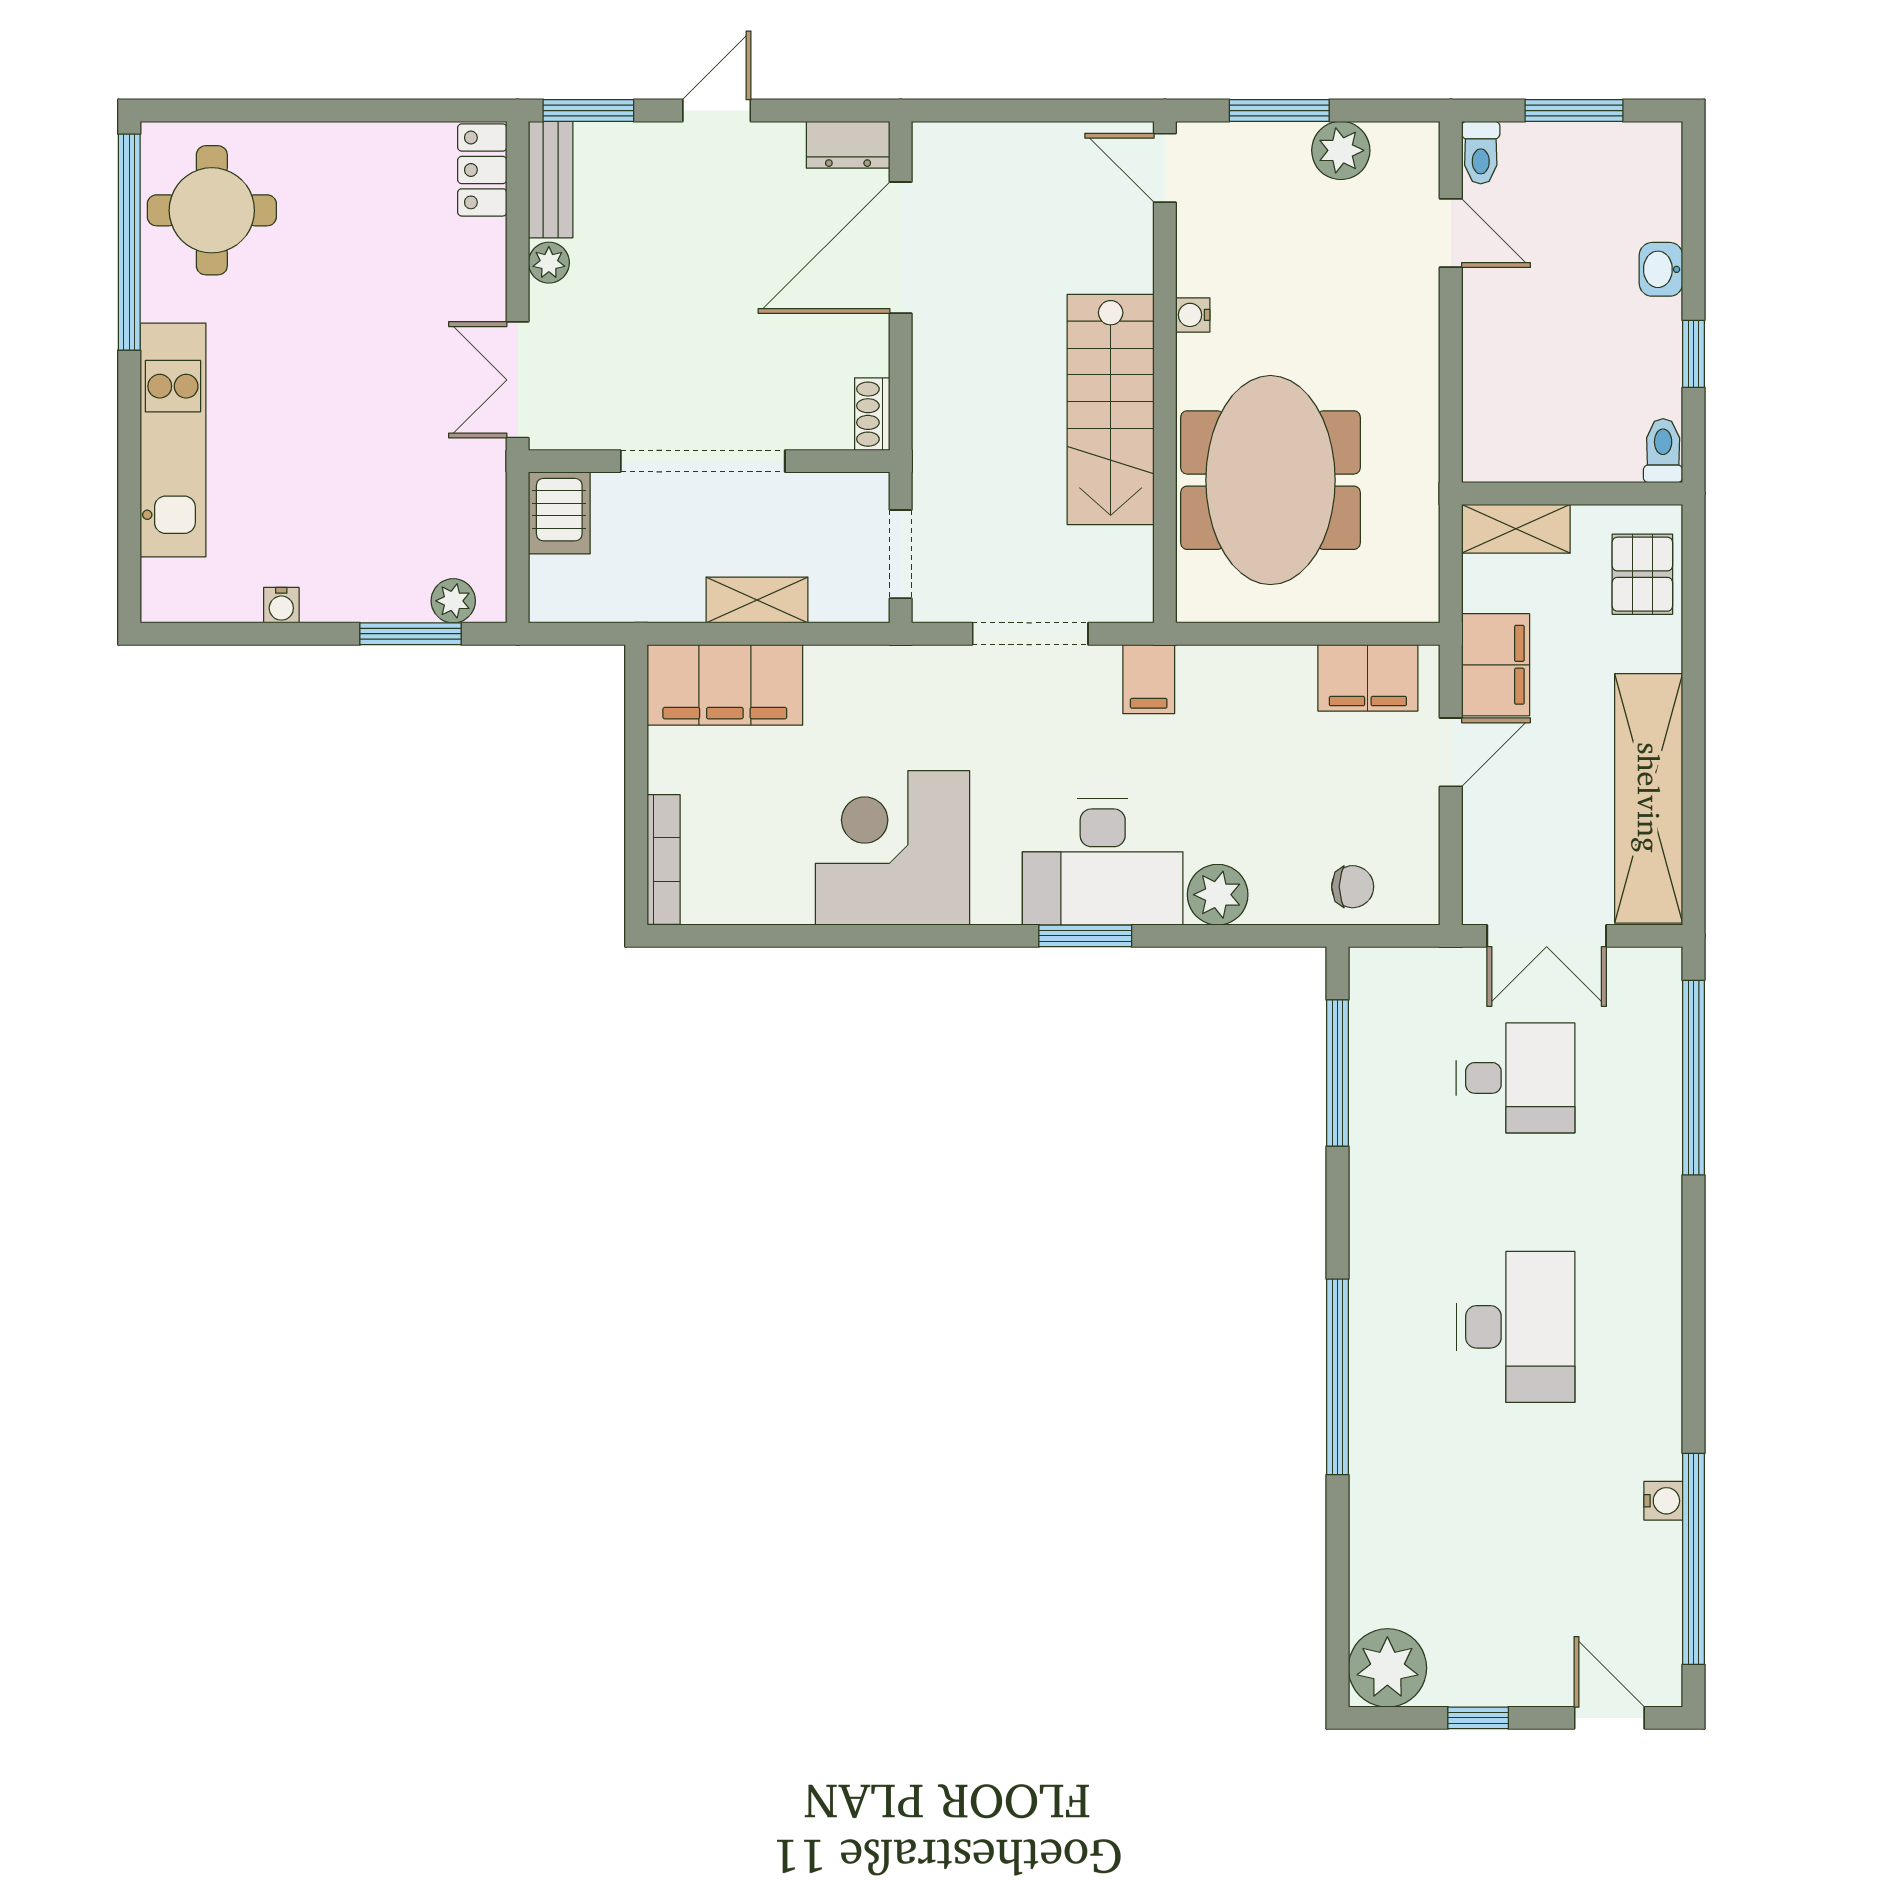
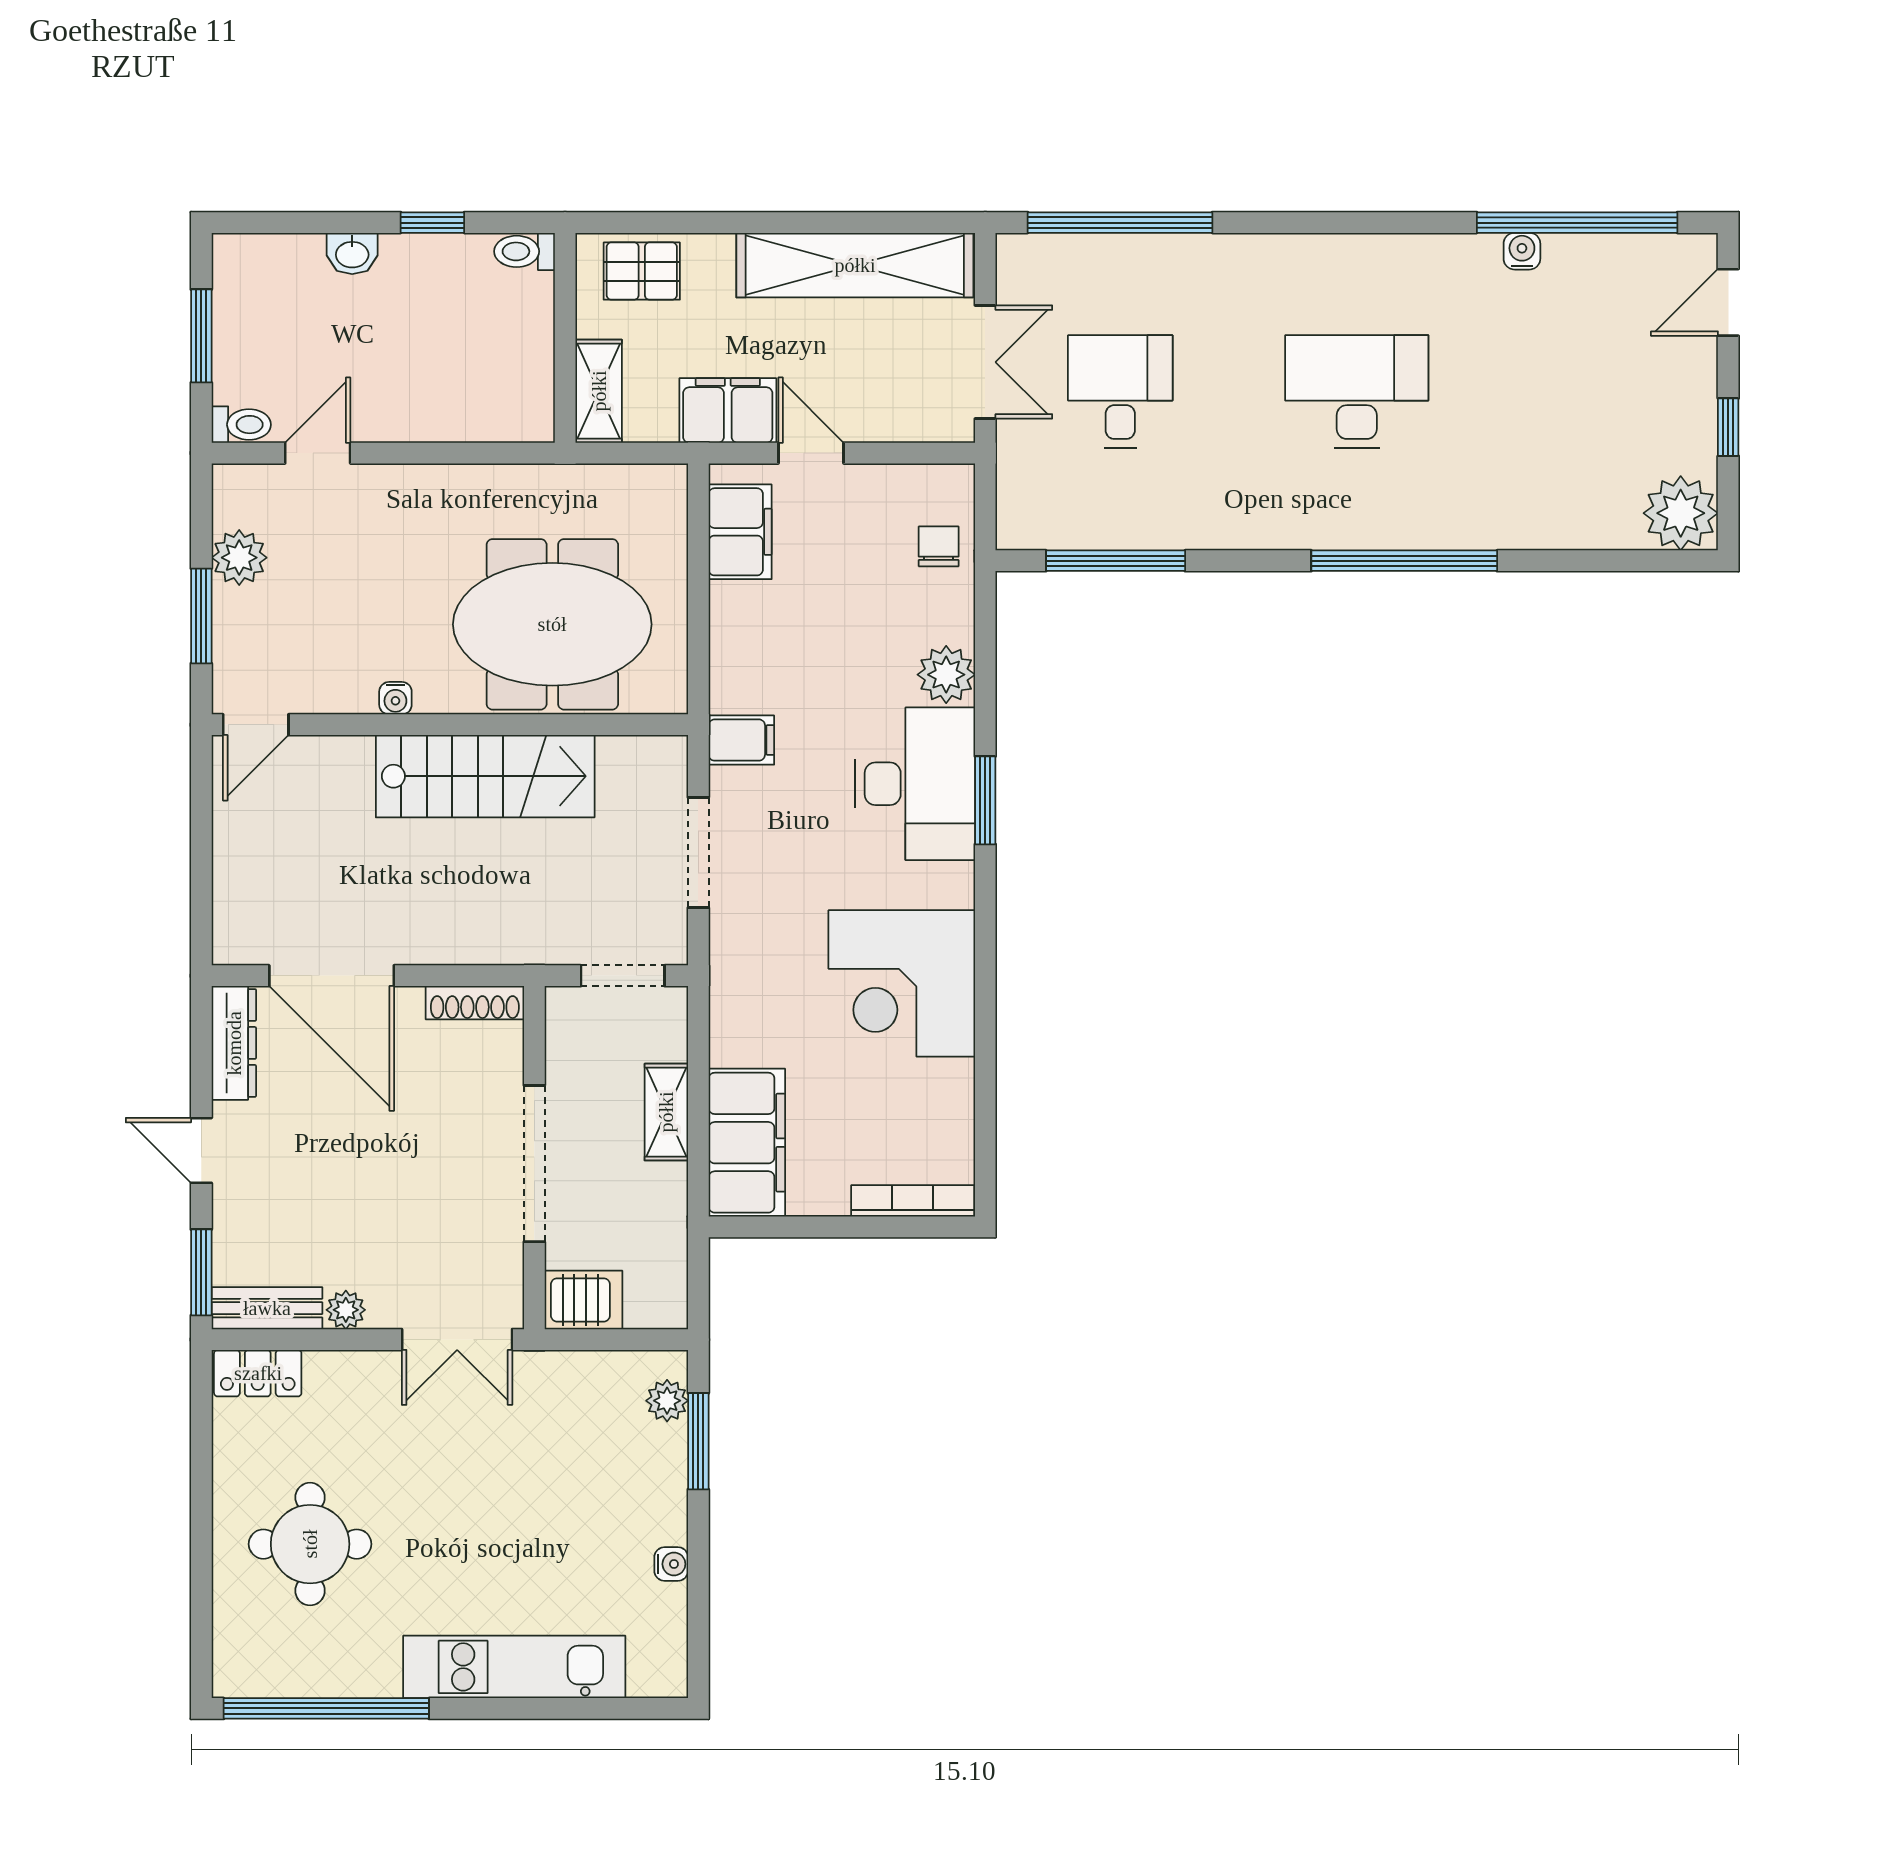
dresser: (848, 145) -> (234, 1043), width x1.44
round table: (212, 210) -> (310, 1544), moved
shoe rack: (872, 414) -> (475, 1003), width x1.43

